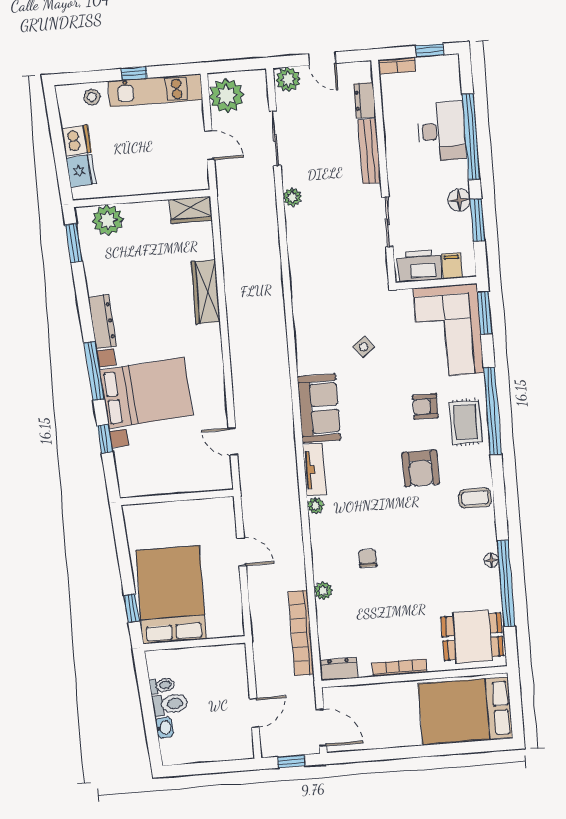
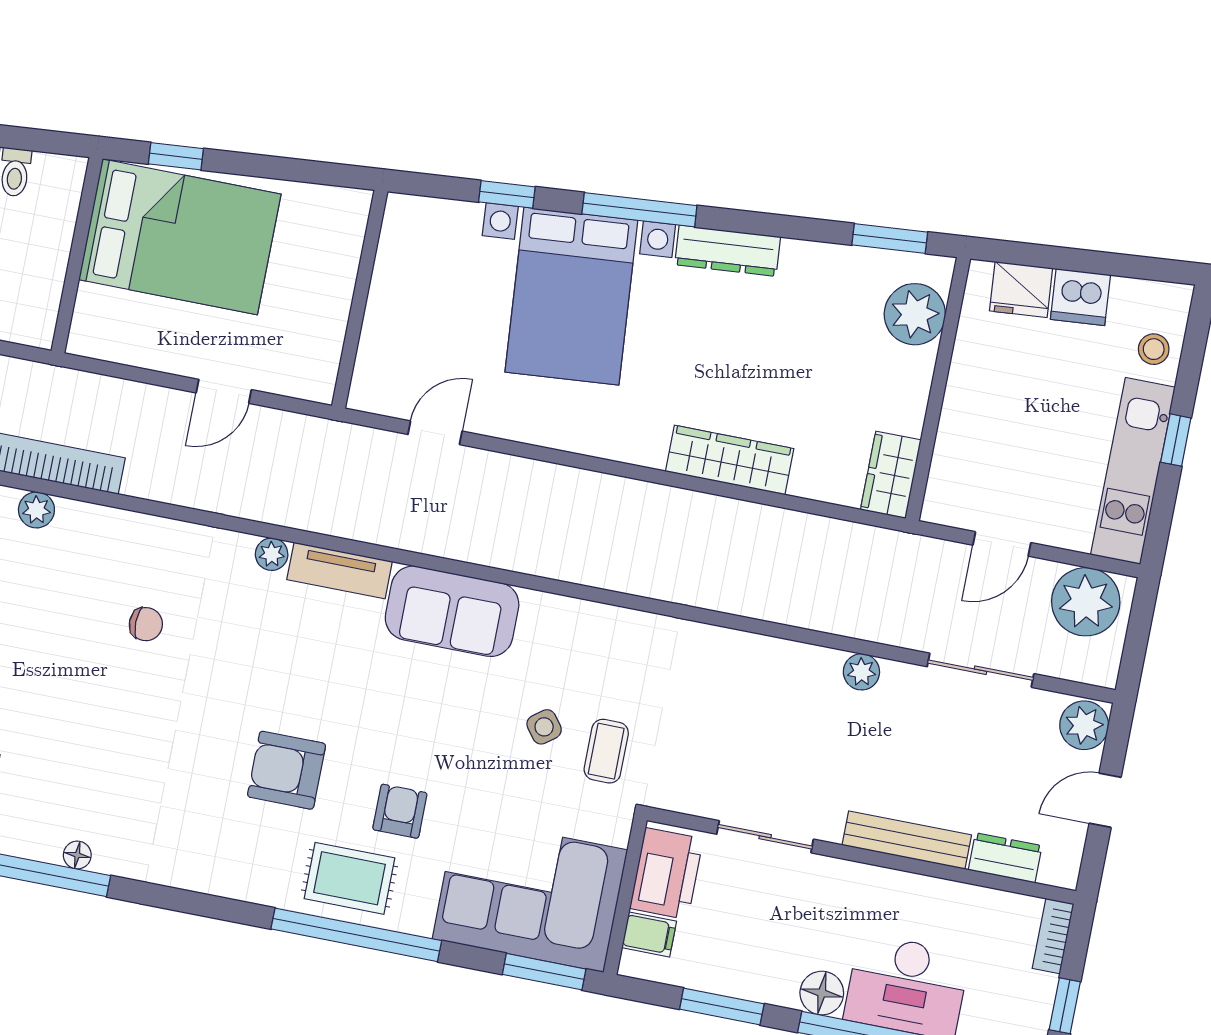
floor lamp: (459, 200) -> (822, 993), moved
coffee table: (475, 498) -> (606, 751), moved
plant: (323, 591) -> (36, 510), moved

